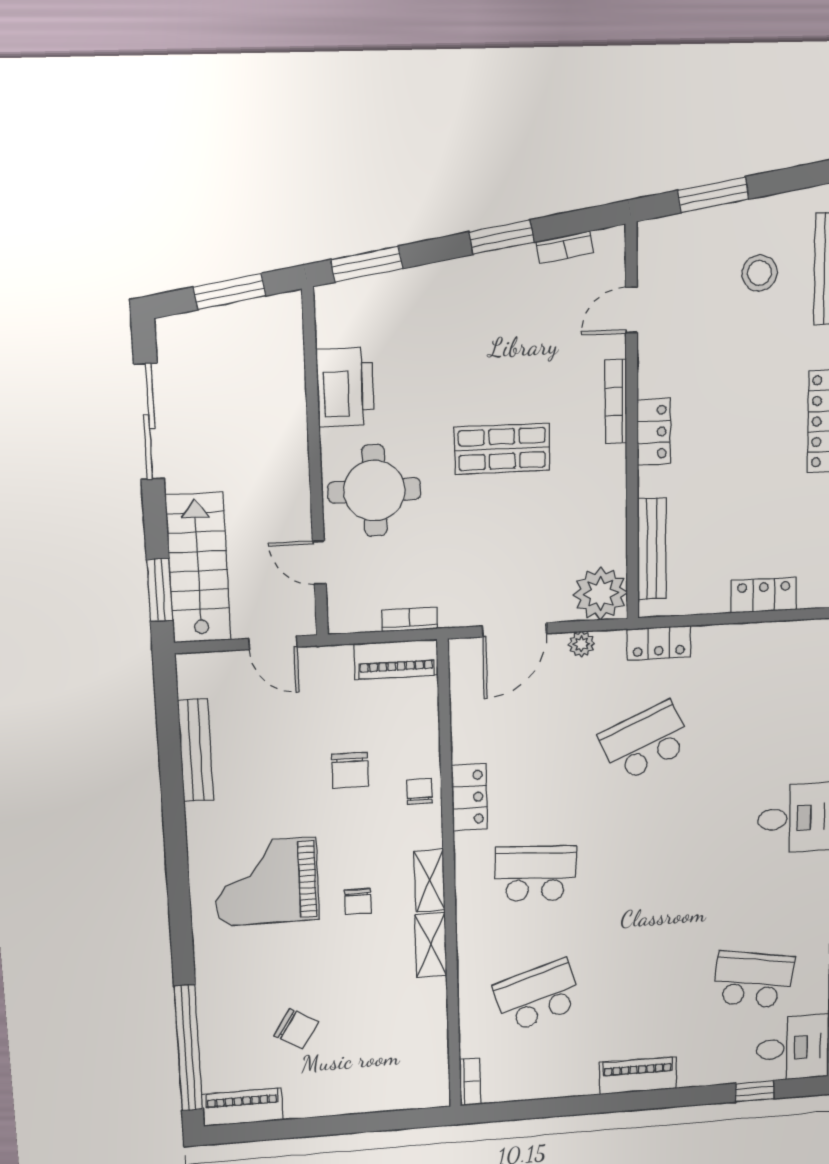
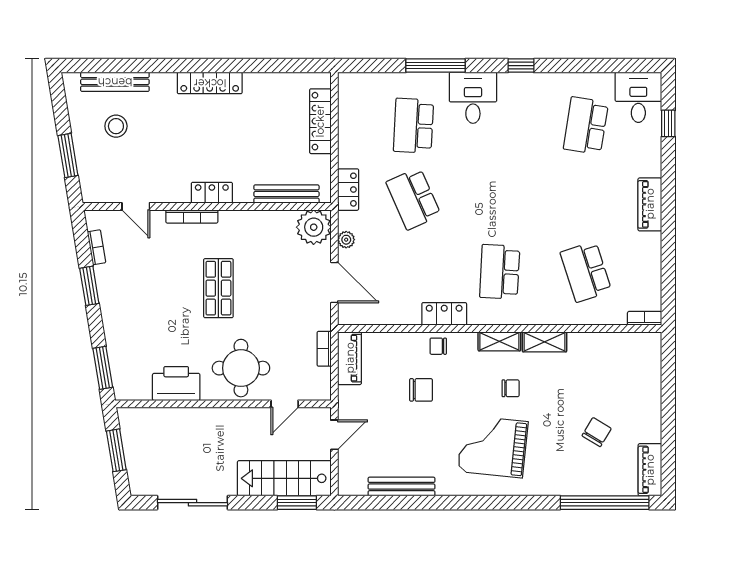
locker: (764, 595) -> (320, 121), width x1.53
school desk: (755, 734) -> (413, 126), added
grand piano: (266, 882) -> (493, 447), turned 96

